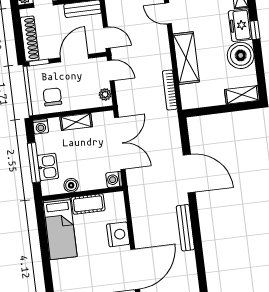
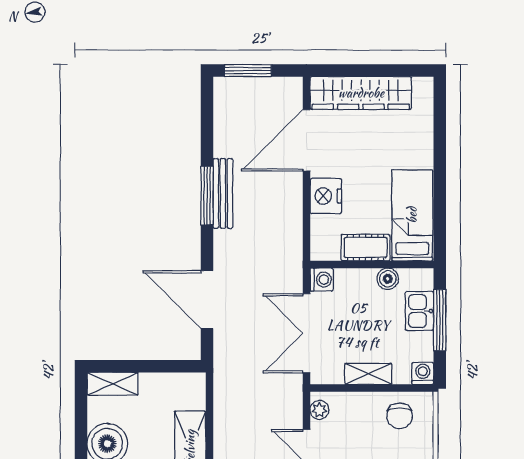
bookcase: (170, 90) -> (221, 405), removed
door: (189, 174) -> (207, 300), moved
window: (196, 225) -> (207, 196), added

